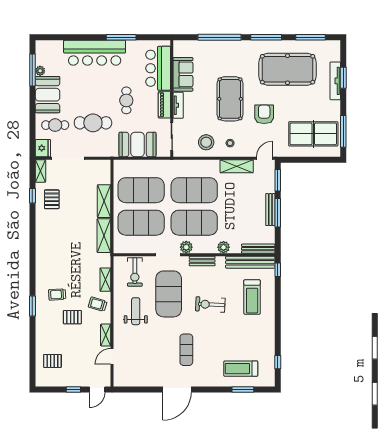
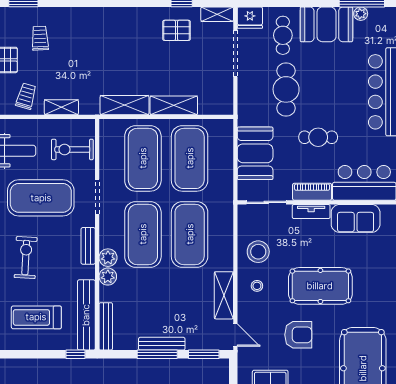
plant: (186, 247) -> (108, 258), moved

